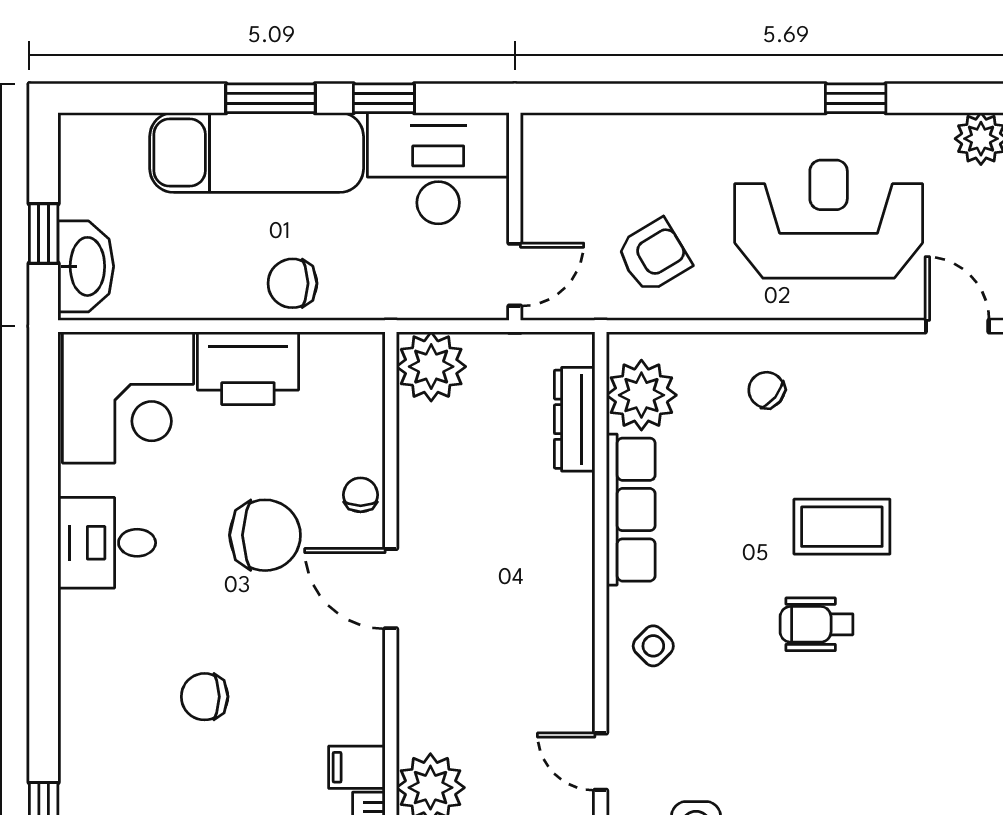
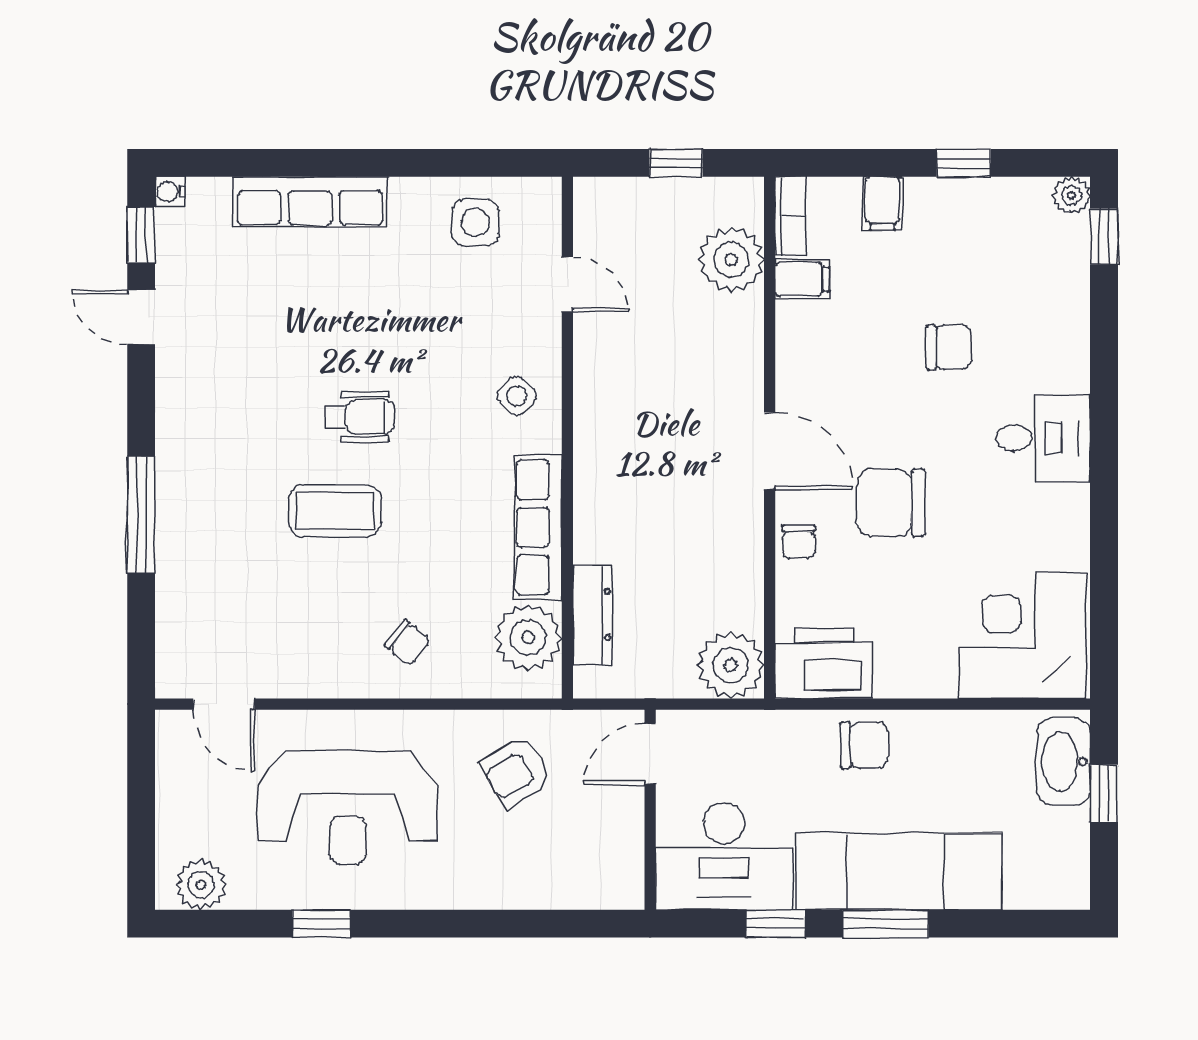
printer: (248, 368) -> (824, 664), moved
desk: (107, 543) -> (1043, 438), moved

